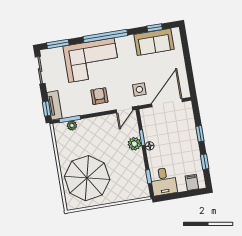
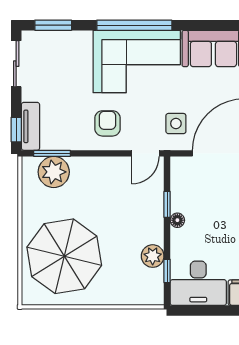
window: (155, 28) -> (219, 25), removed
corner sofa: (91, 60) -> (137, 62), moved
plant: (72, 126) -> (54, 172), width x1.87, depth x1.87
plant: (134, 144) -> (153, 256), moved
desk: (164, 181) -> (198, 283), width x1.37

